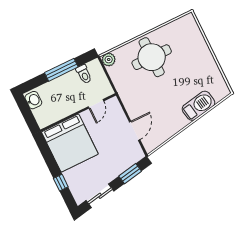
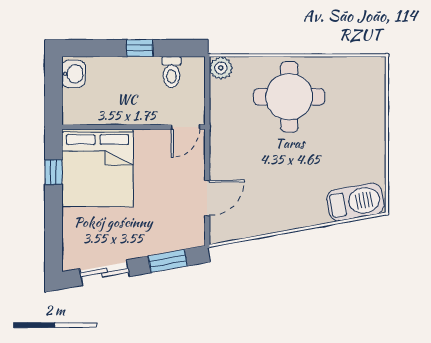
window: (61, 70) -> (140, 48), width x0.46
door: (96, 104) -> (186, 127), moved
barbecue: (198, 106) -> (356, 202), moved
window: (61, 183) -> (54, 172), moved

